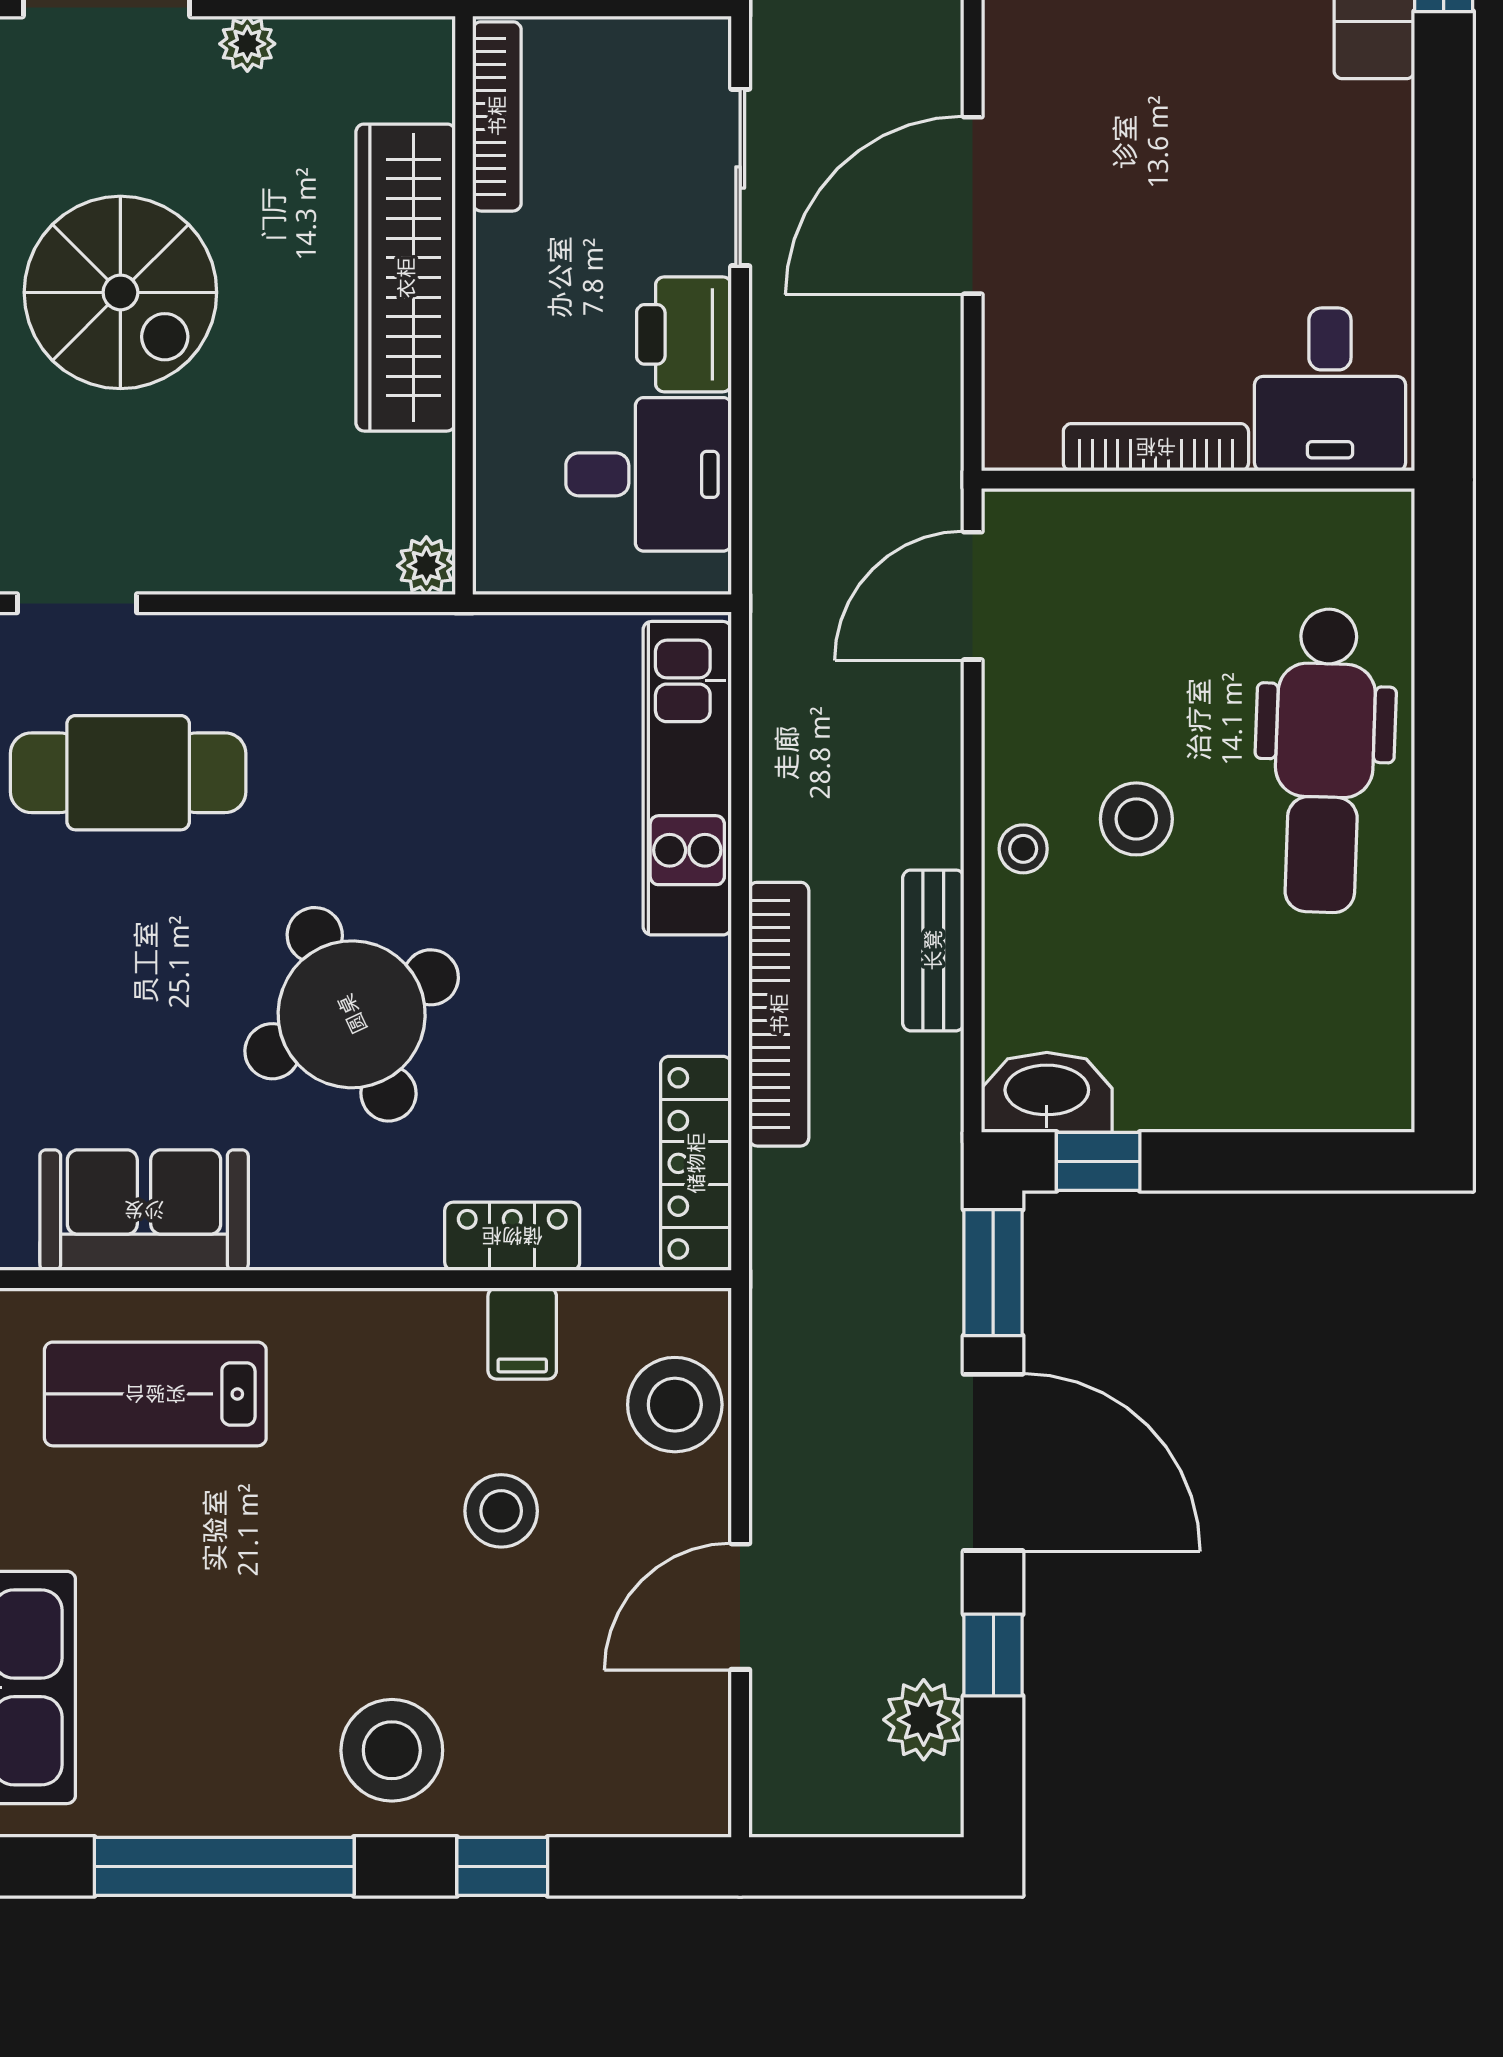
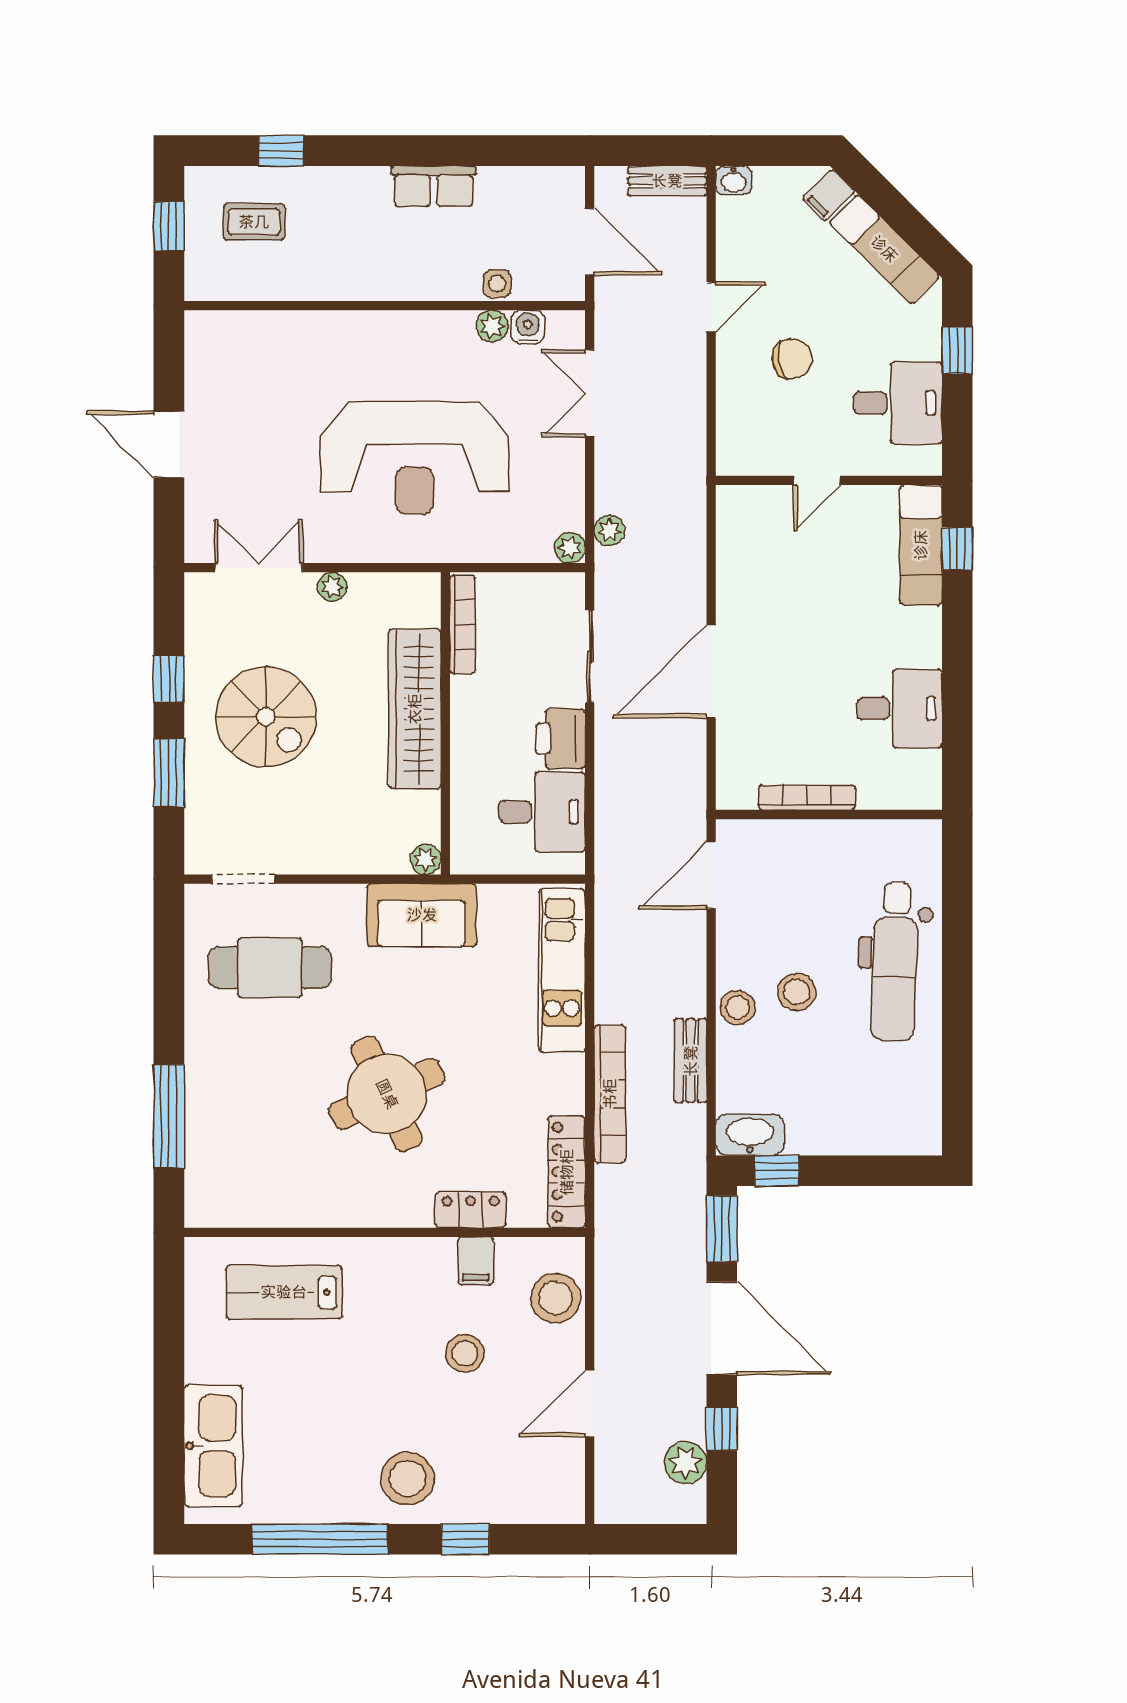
desk: (1330, 389) -> (899, 709), moved, turned -90
stool: (1023, 849) -> (738, 1007), width x1.37, depth x1.37
sofa: (144, 1210) -> (422, 915), moved, turned 180

